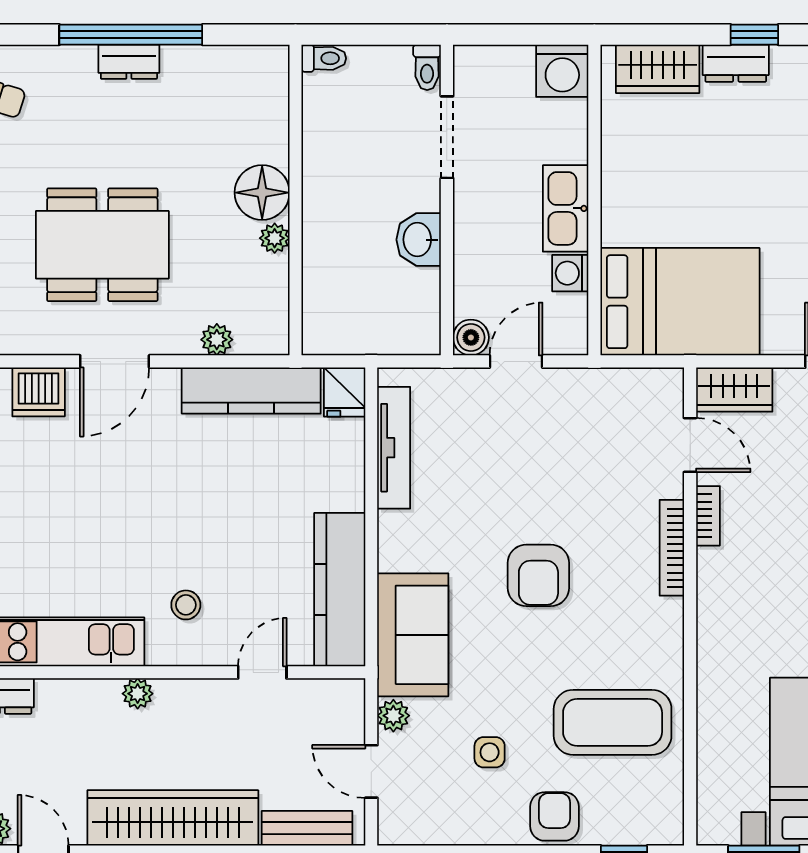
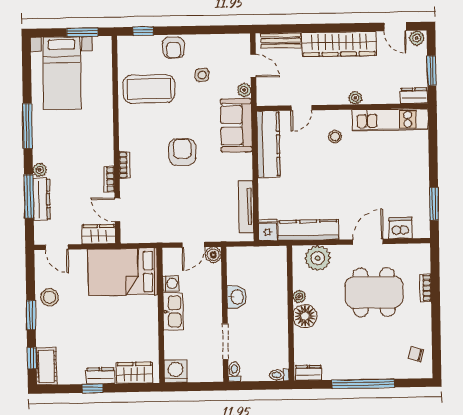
dresser: (129, 62) -> (308, 373), moved
plant: (217, 340) -> (318, 258), width x1.87, depth x1.87
bookcase: (672, 548) -> (125, 165), width x0.64

